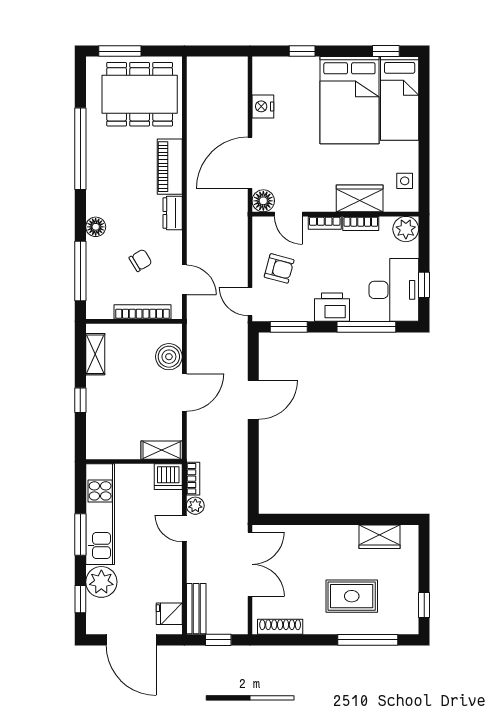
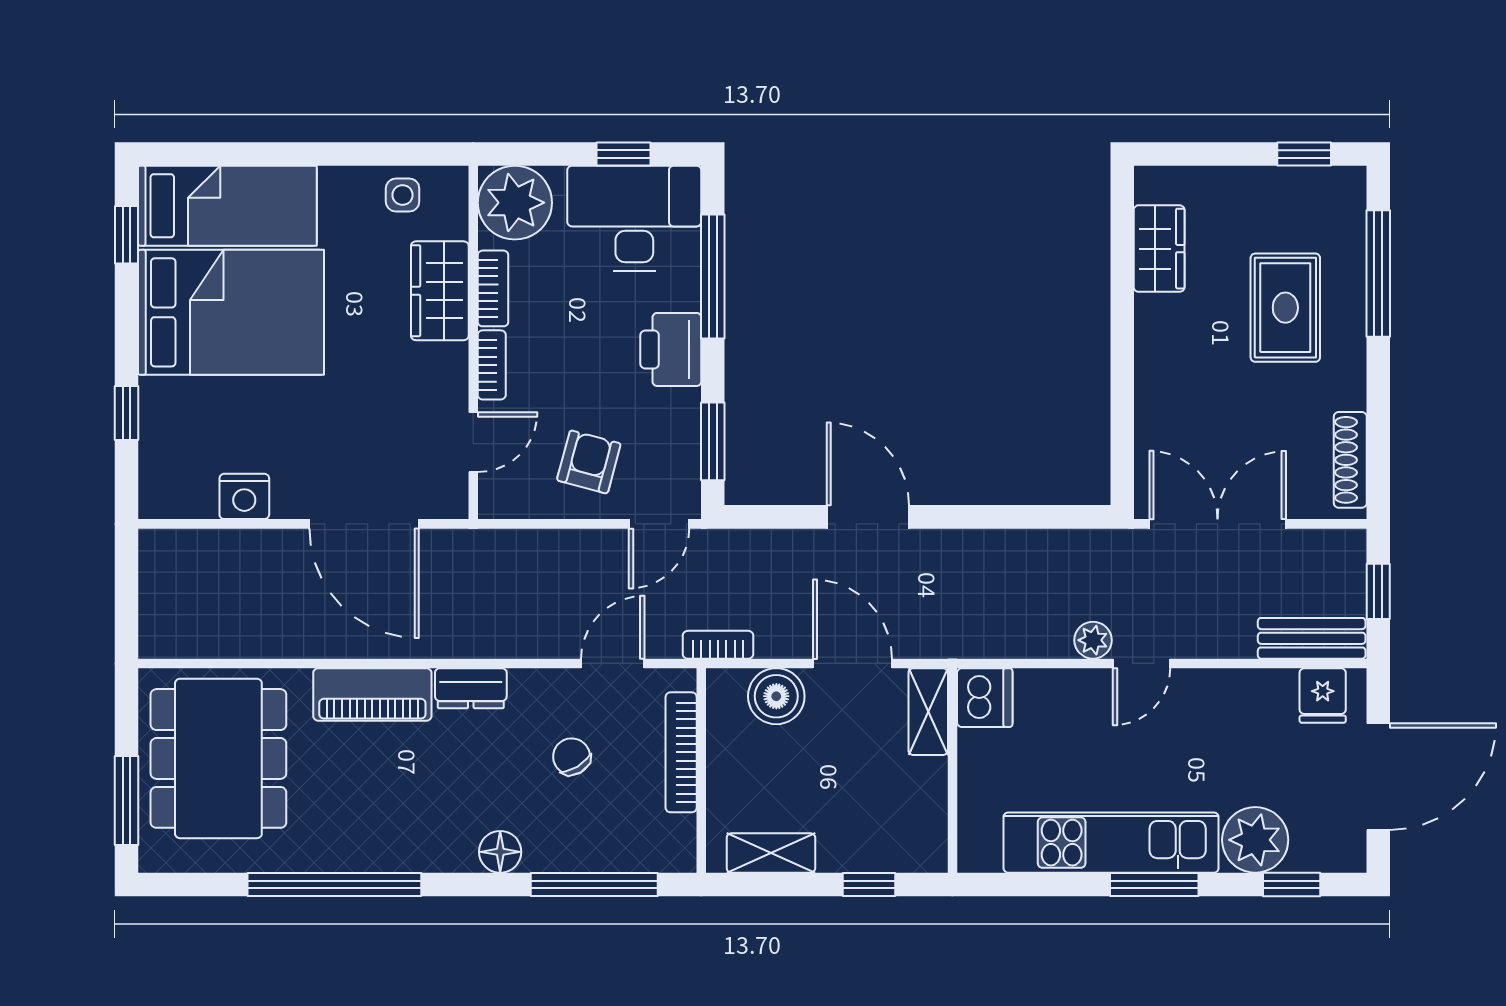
floor lamp: (263, 201) -> (445, 496), removed
plant: (406, 229) -> (515, 203), width x1.36, depth x1.36
shelving: (162, 450) -> (928, 712), moved
wall: (134, 461) -> (952, 770), moved
dishwasher: (168, 477) -> (985, 698), moved
bookcase: (193, 479) -> (718, 645), moved

